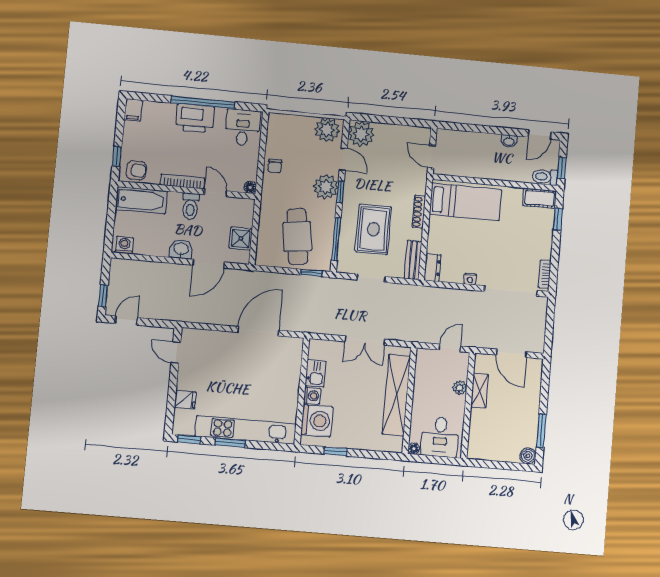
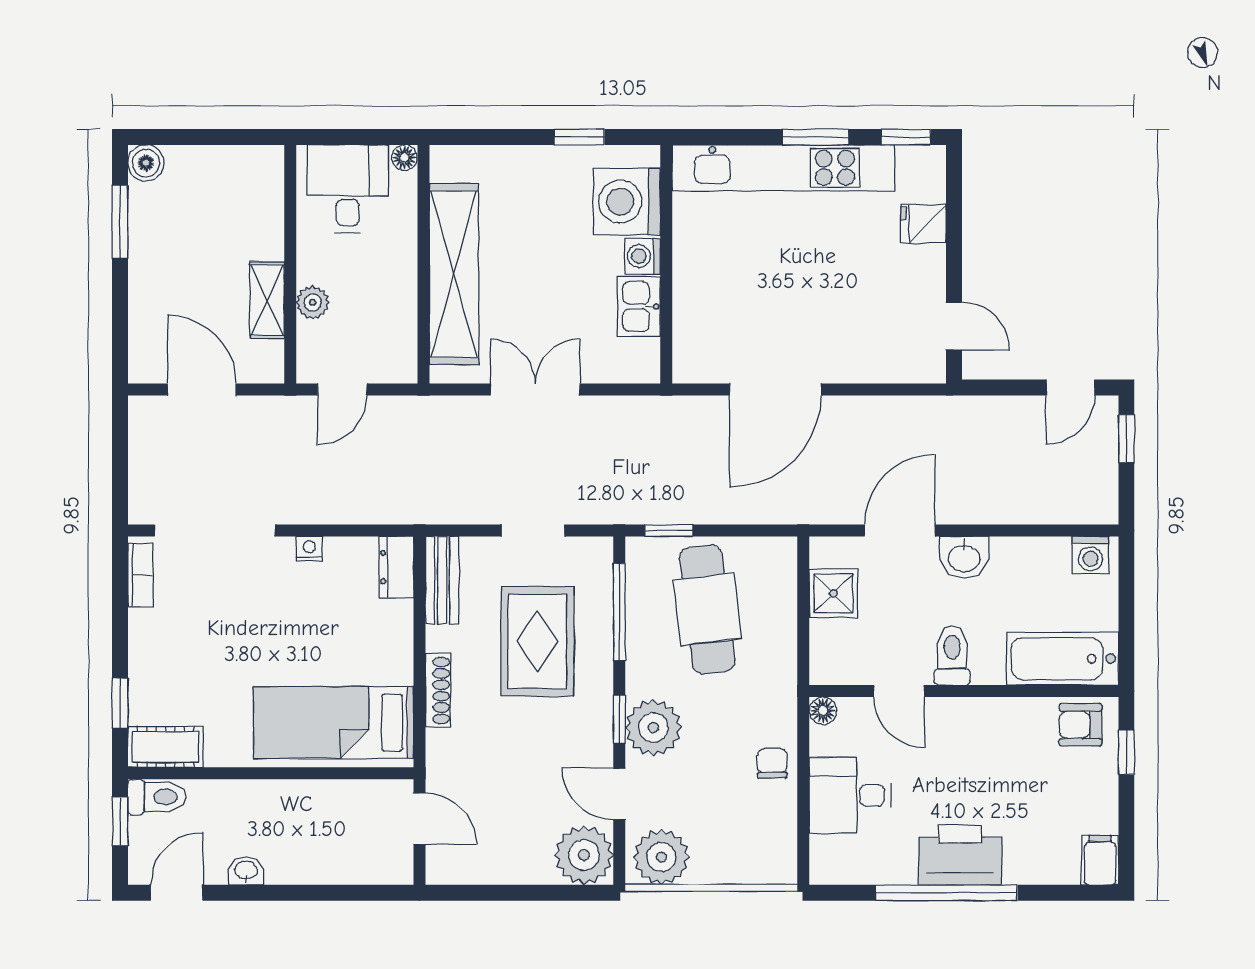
desk: (243, 128) -> (850, 795), moved, turned 90
bookcase: (182, 181) -> (975, 710), removed

